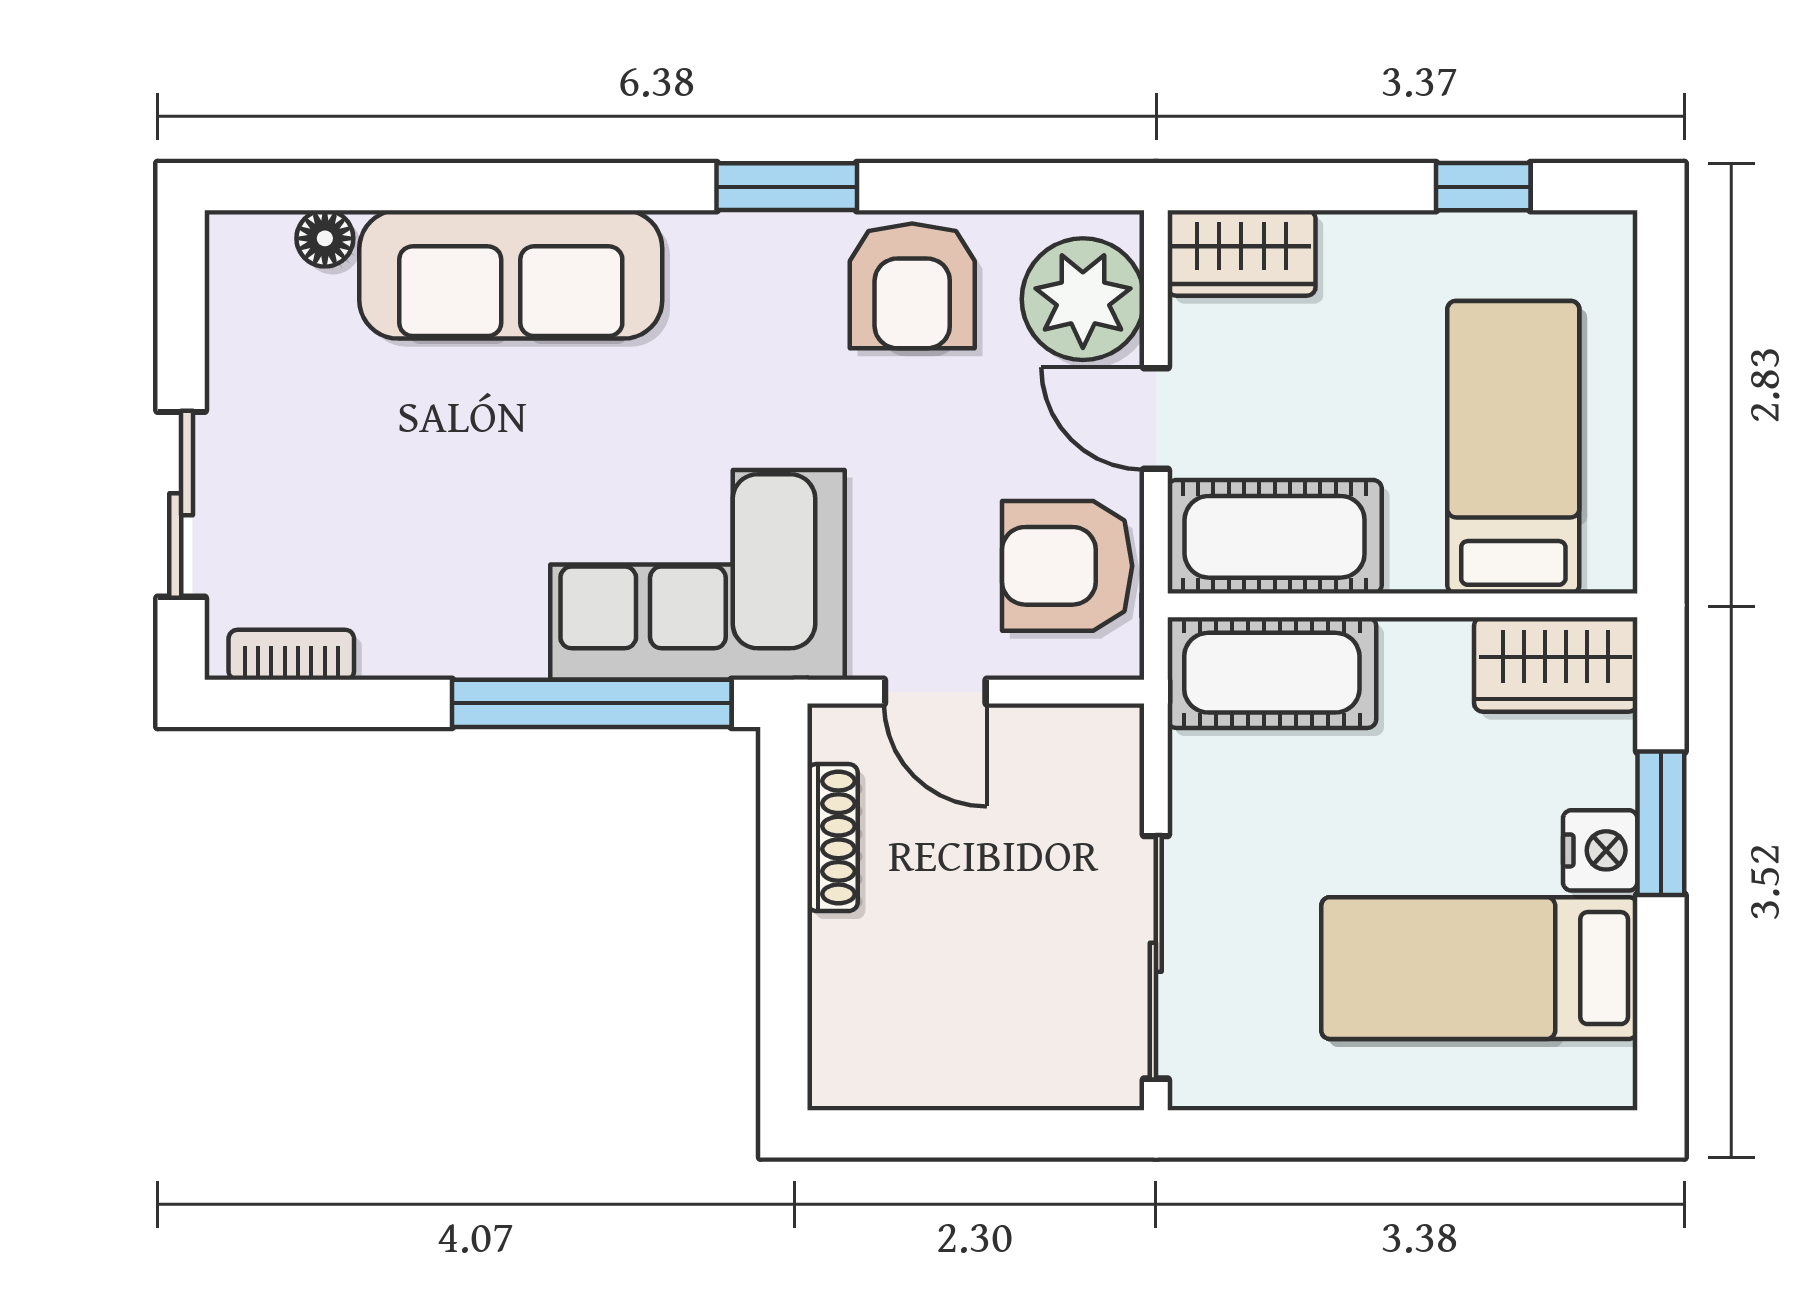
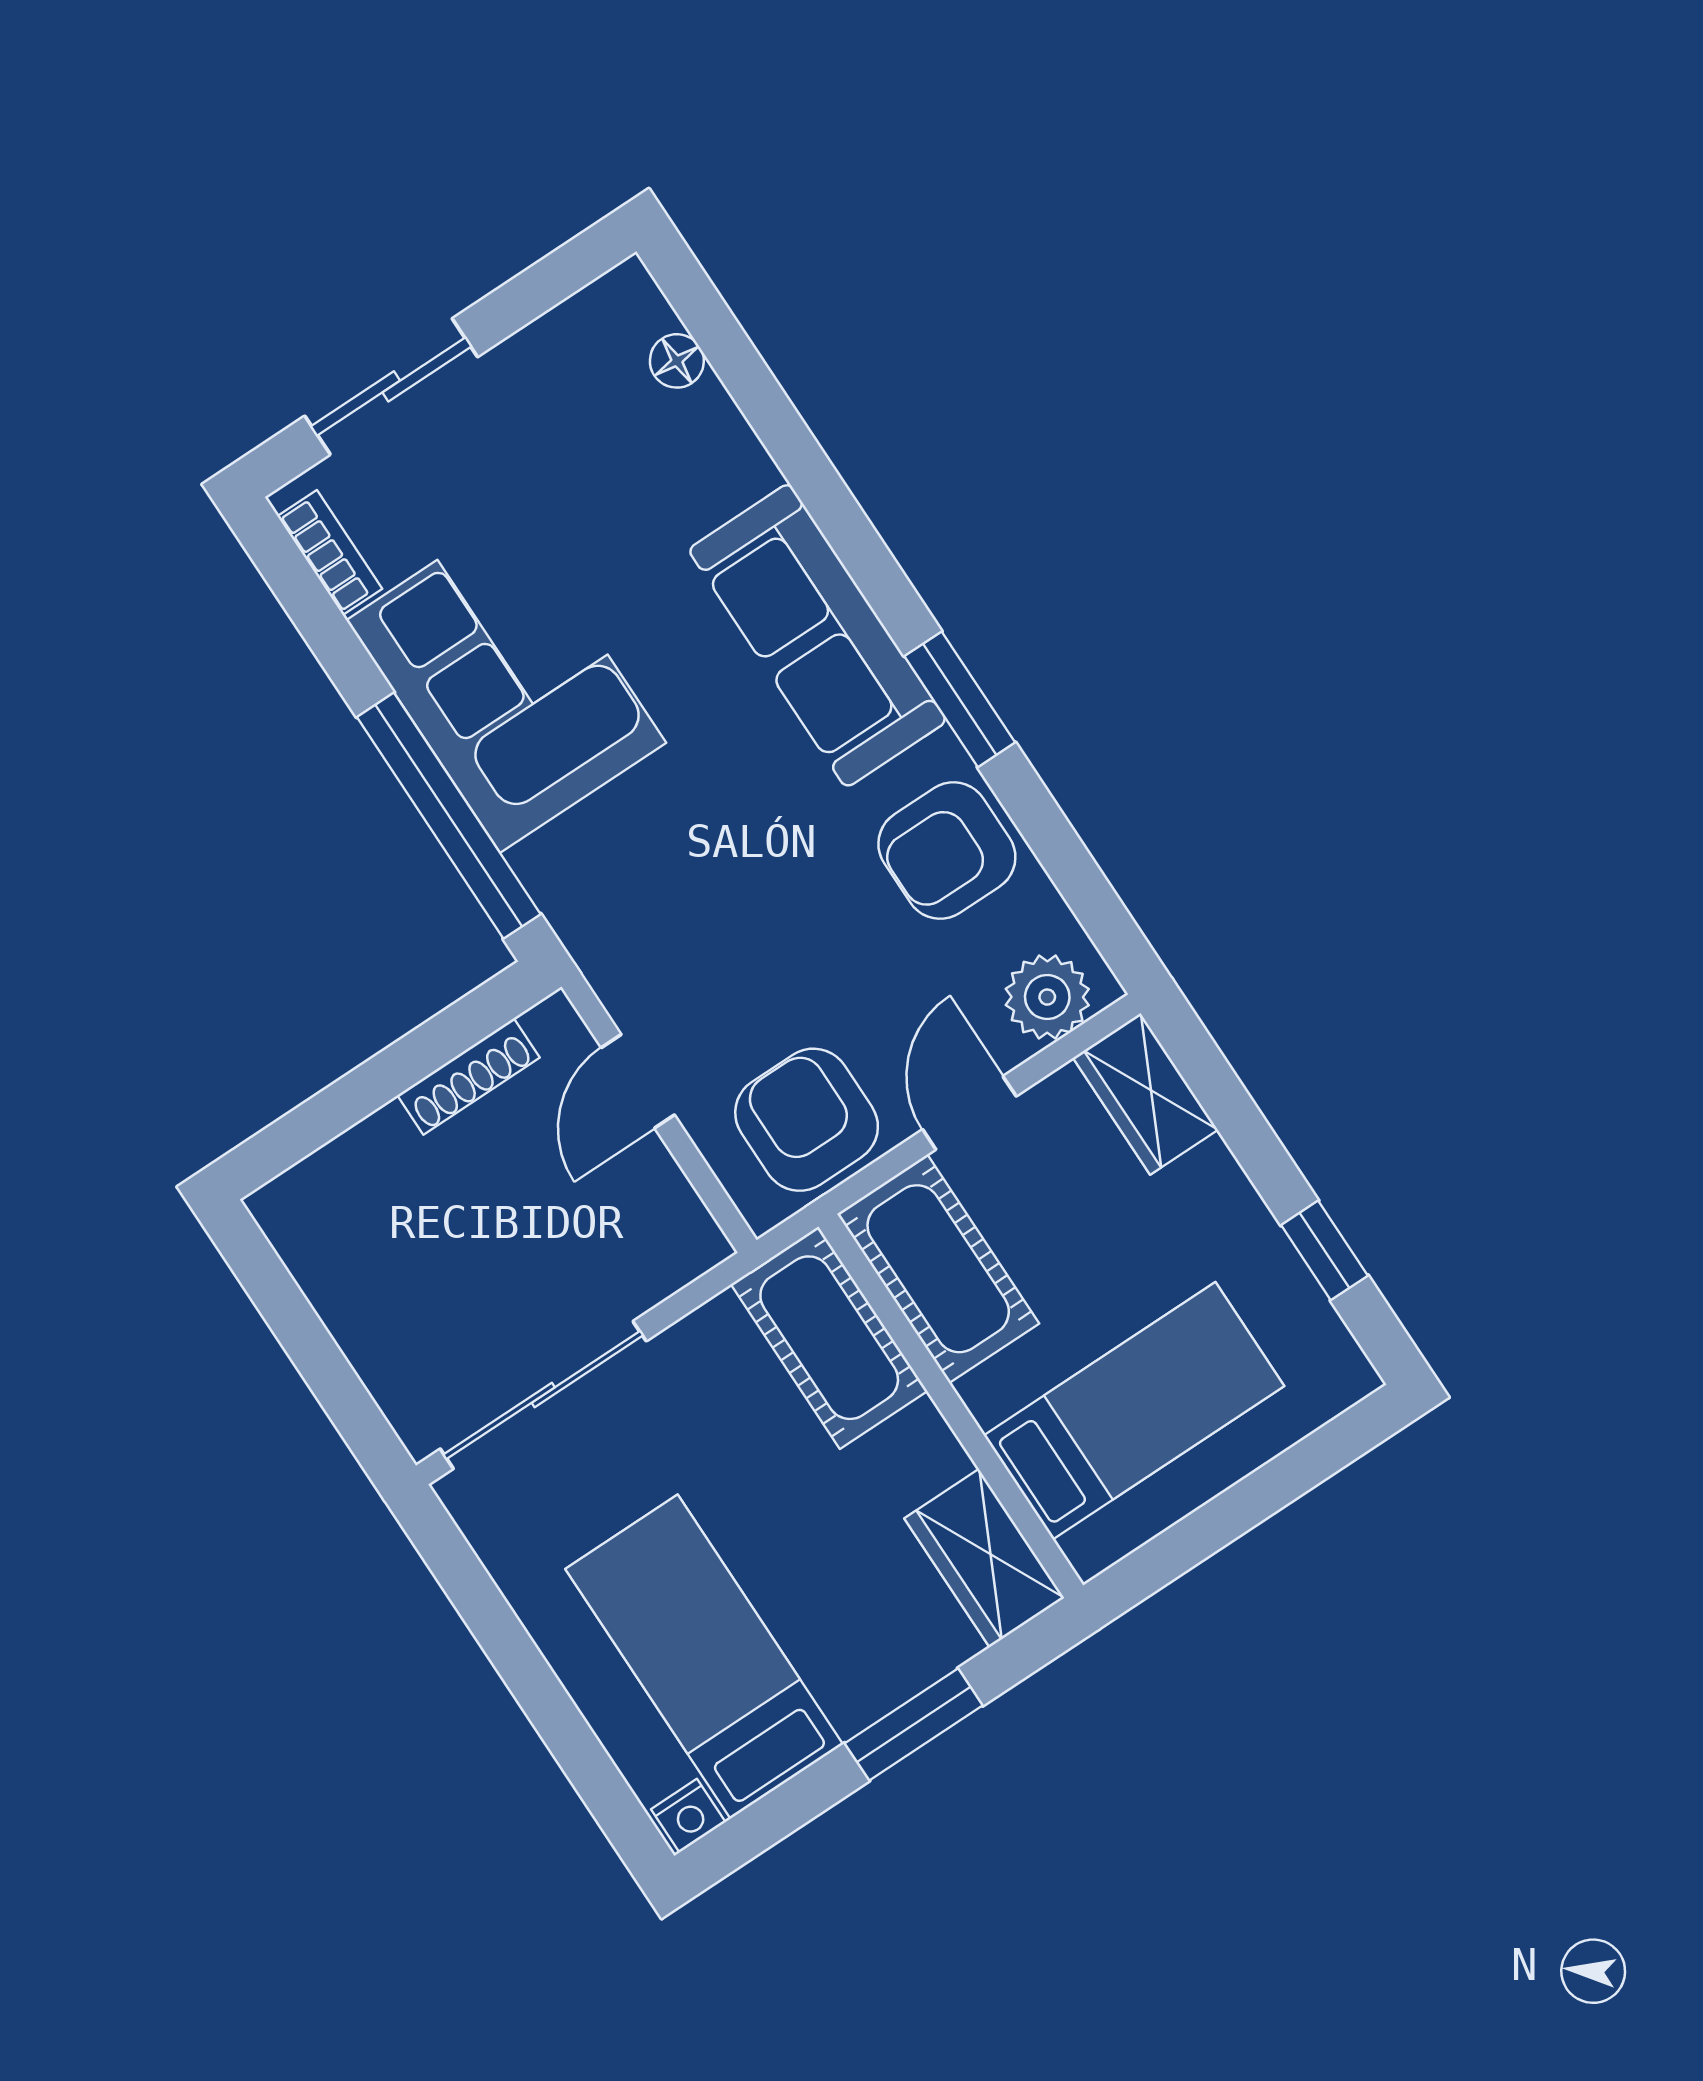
sofa: (511, 274) -> (817, 635), moved
plant: (1083, 299) -> (1047, 997), width x0.73, depth x0.73
corner sofa: (697, 575) -> (506, 681), moved
nightstand: (1600, 850) -> (688, 1816), moved, width x0.72, depth x0.74

